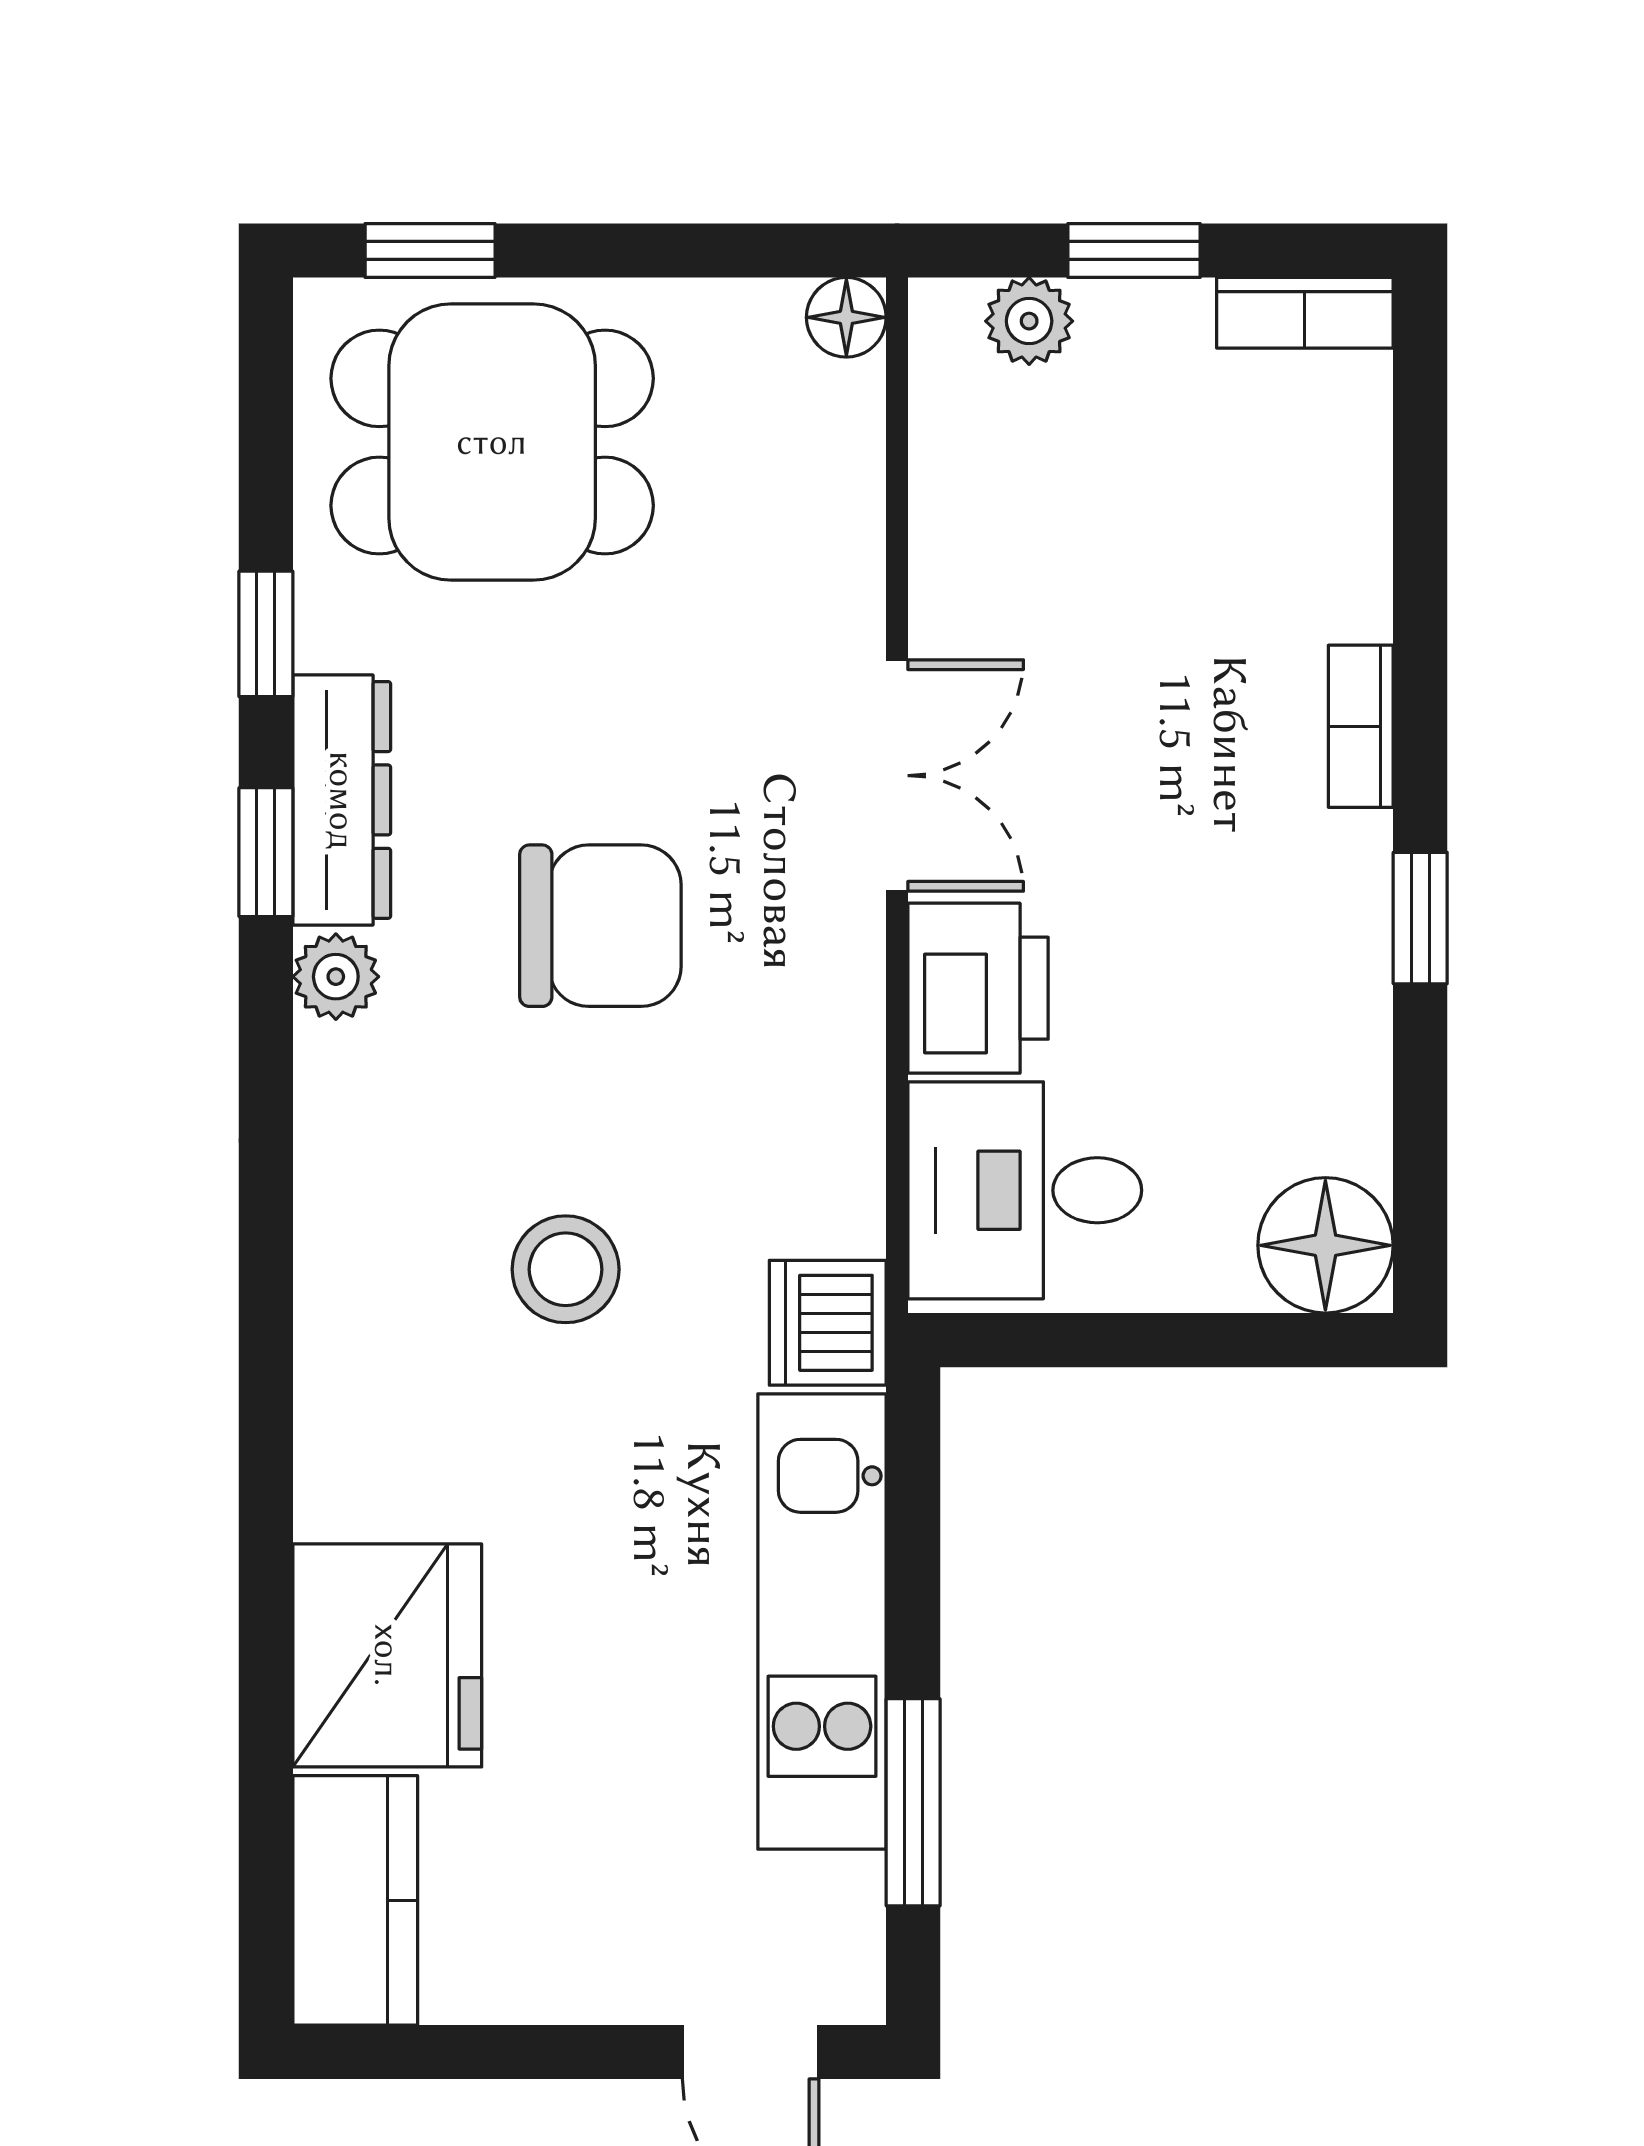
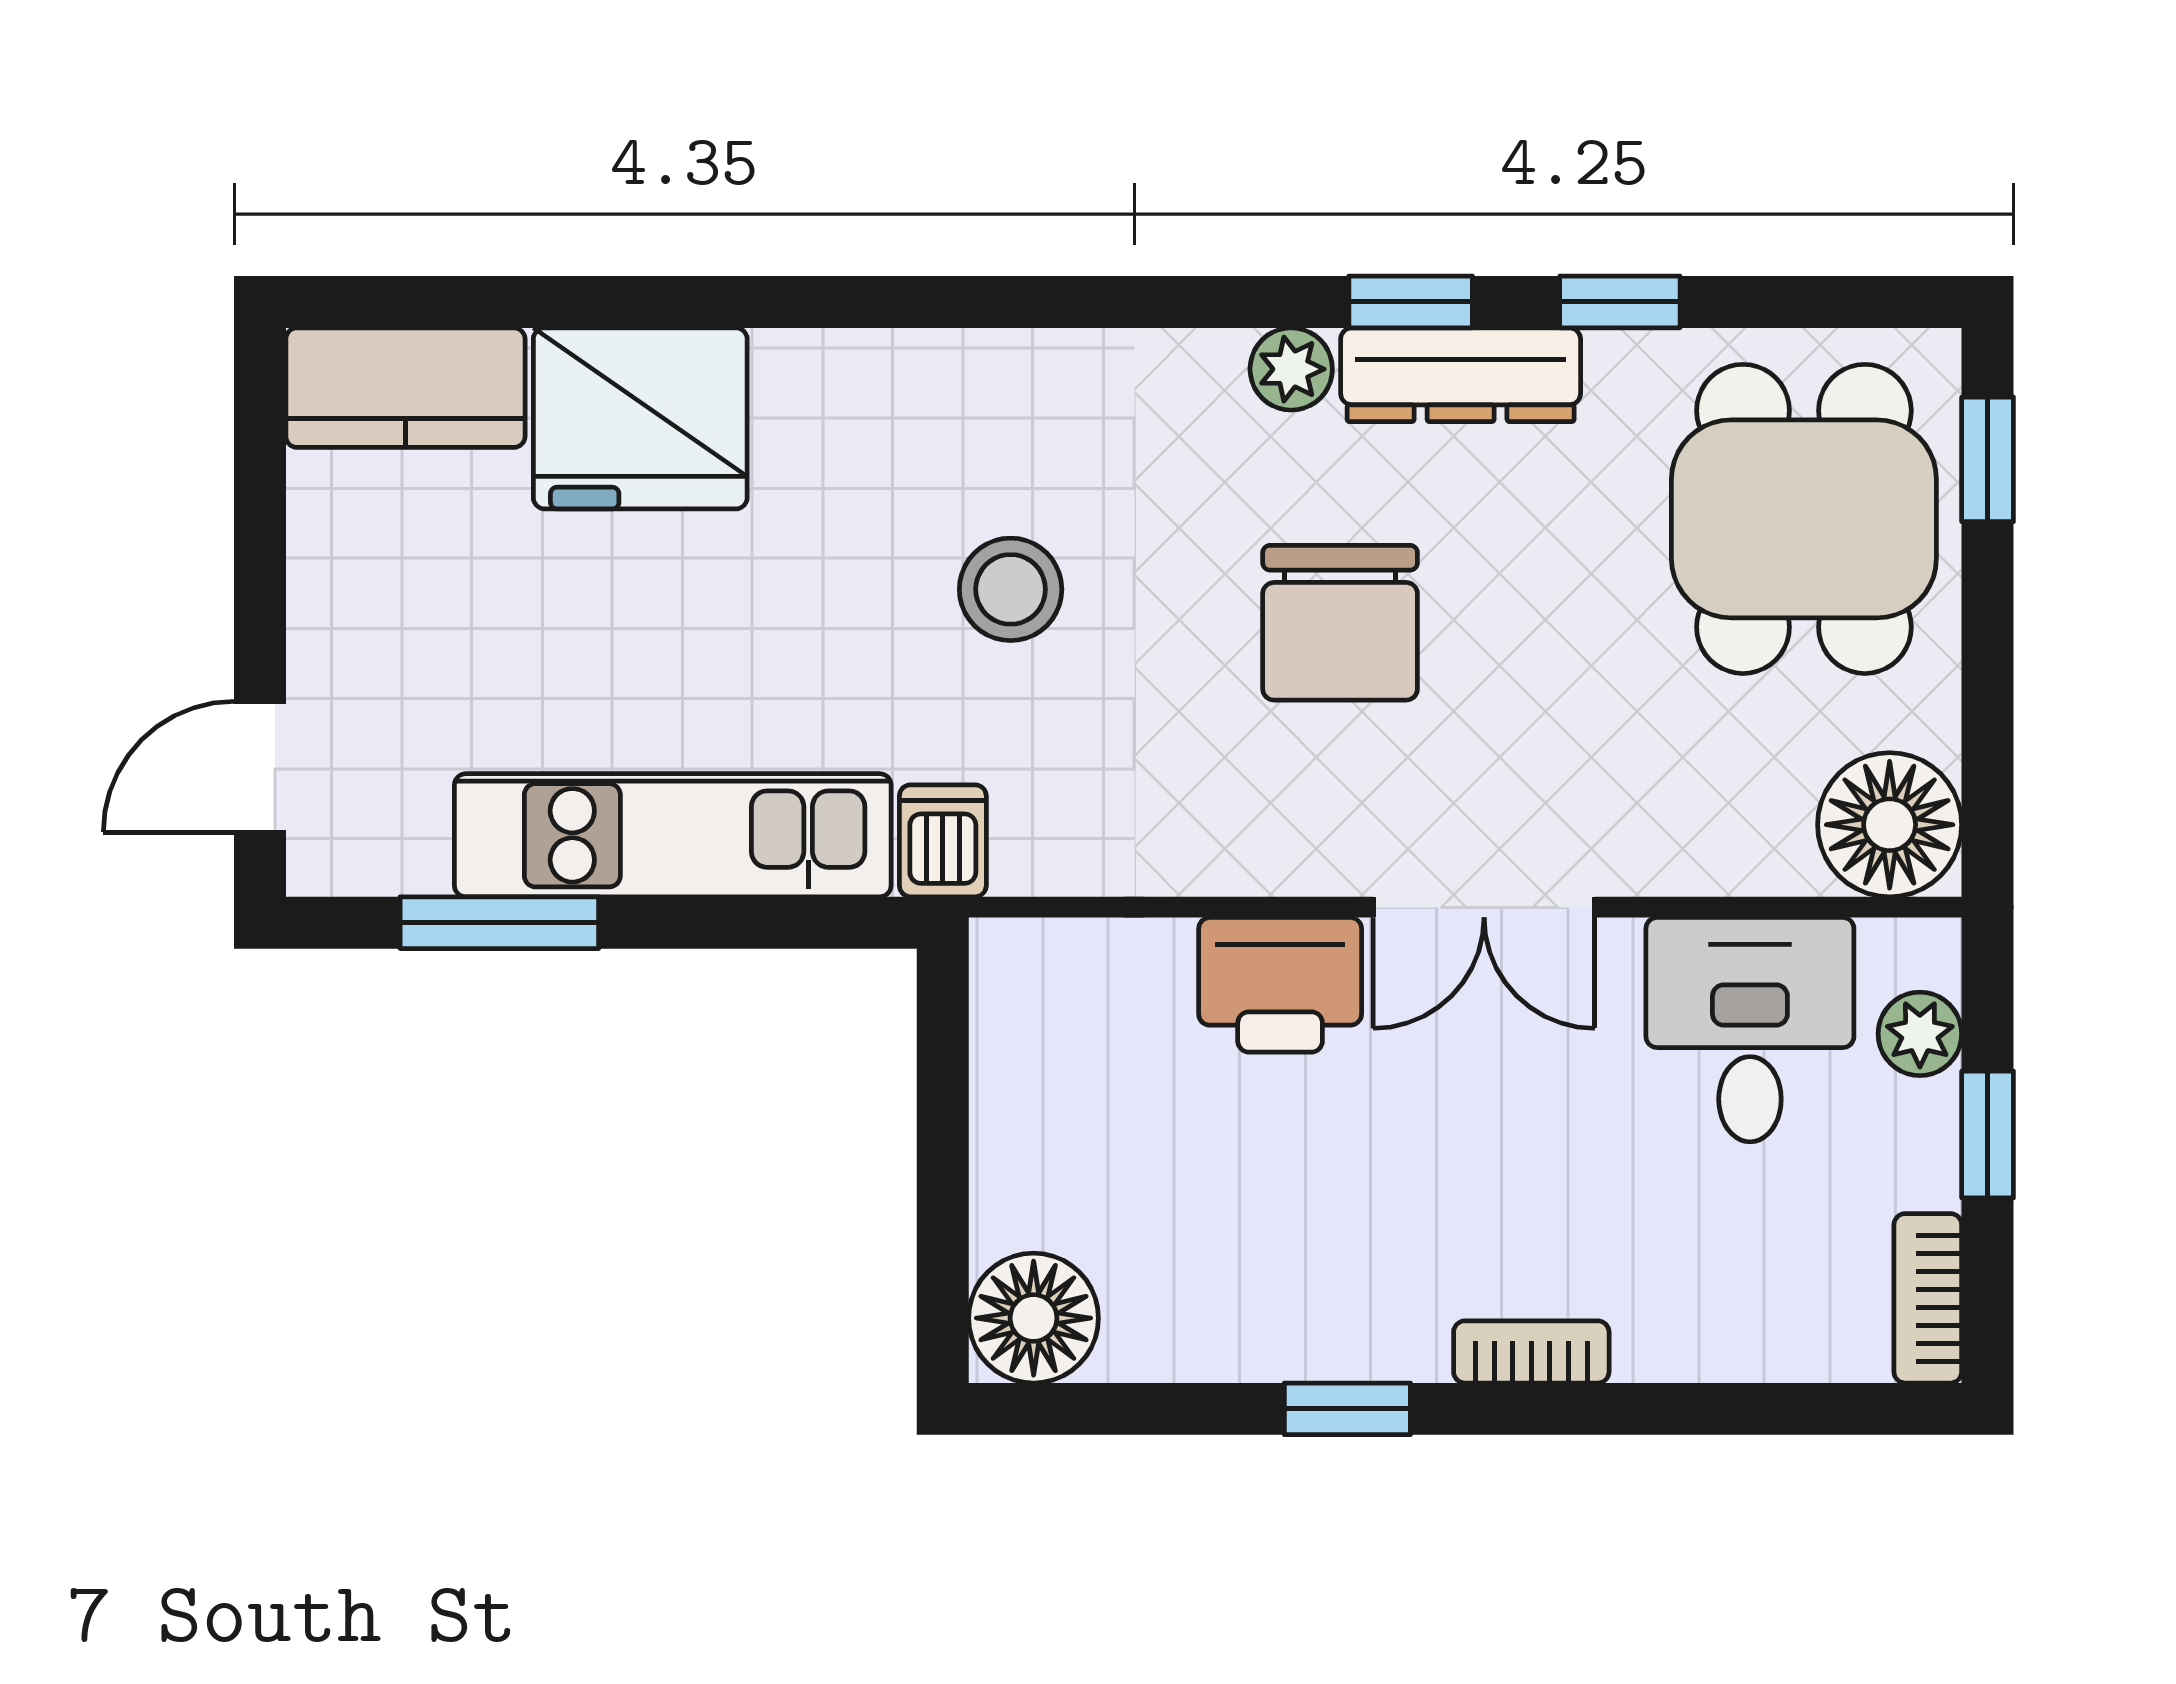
floor lamp: (846, 317) -> (1890, 825), width x1.89, depth x1.89
desk: (1025, 1190) -> (1750, 1030), moved
dishwasher: (828, 1323) -> (943, 841), width x0.73

